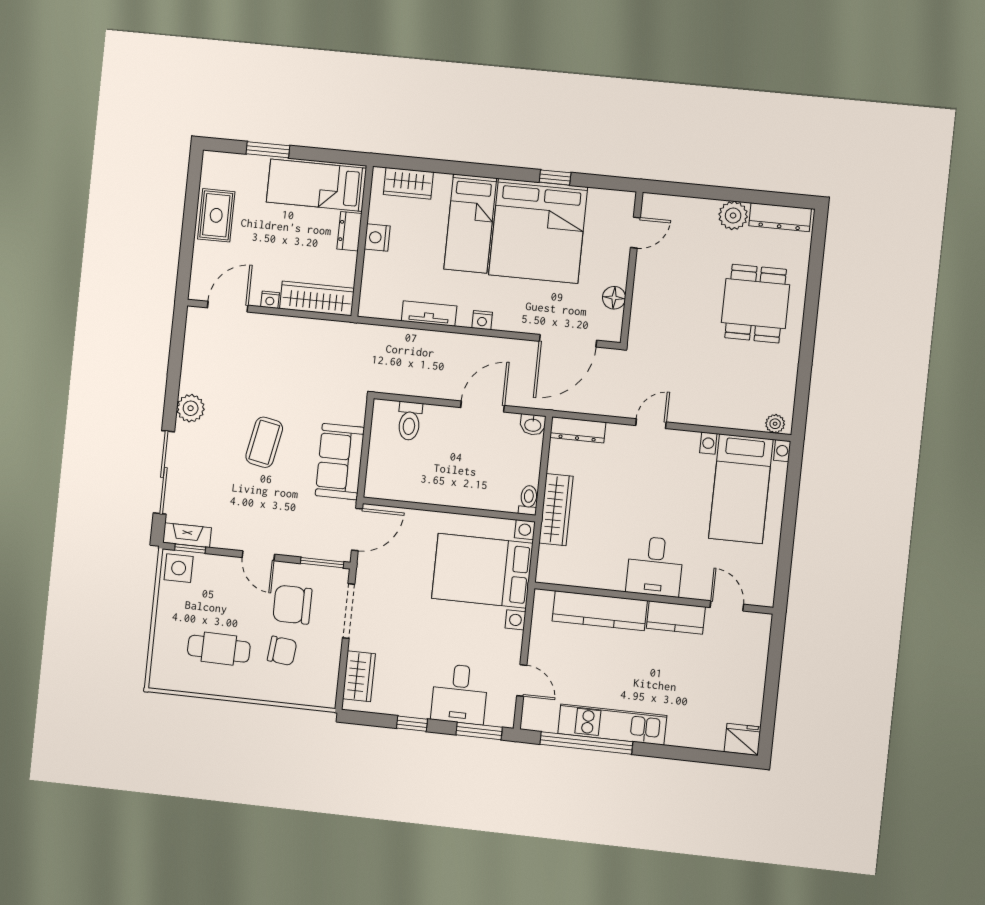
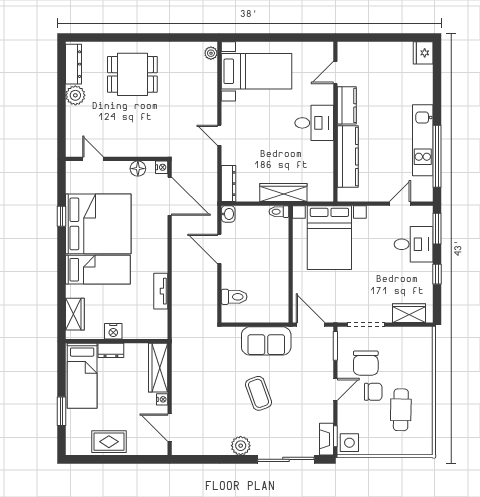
nightstand: (482, 320) -> (162, 167), moved
coffee table: (264, 442) -> (258, 393), turned 59
chair: (282, 651) -> (373, 392), moved, turned 84

